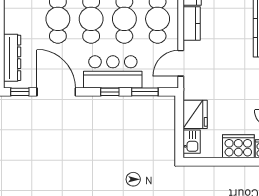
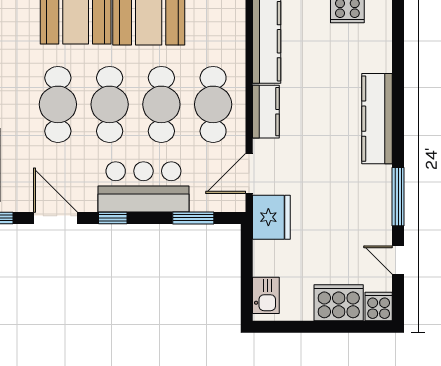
door: (56, 92) -> (55, 218), width x0.73
window: (110, 92) -> (113, 218), moved
fridge: (195, 114) -> (271, 217), moved

